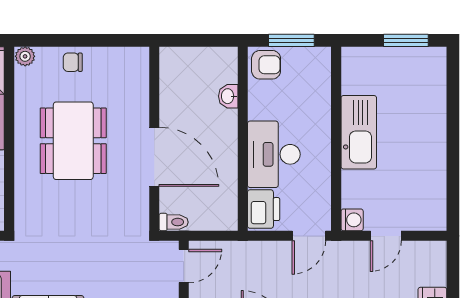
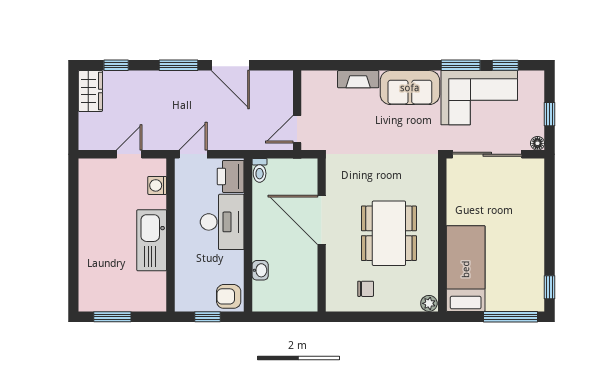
window: (291, 40) -> (208, 317), width x0.67
chair: (73, 62) -> (366, 289), moved
washing machine: (352, 220) -> (157, 185), moved
toilet: (174, 222) -> (260, 170), moved, turned -90

